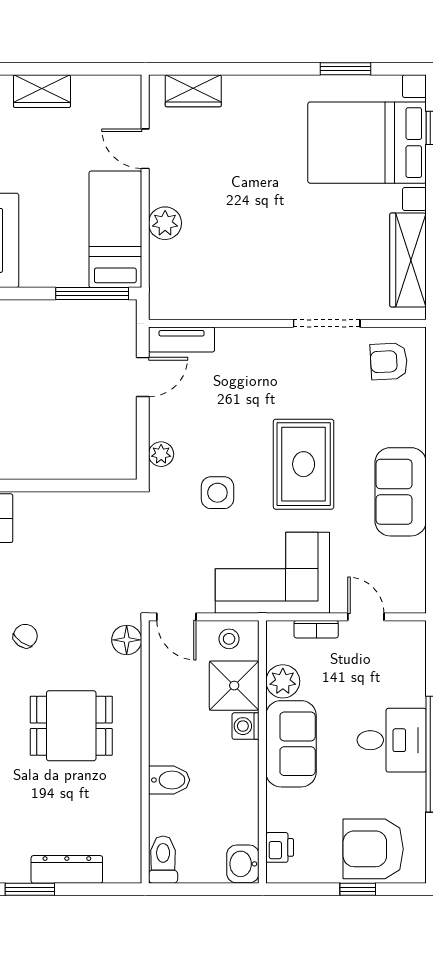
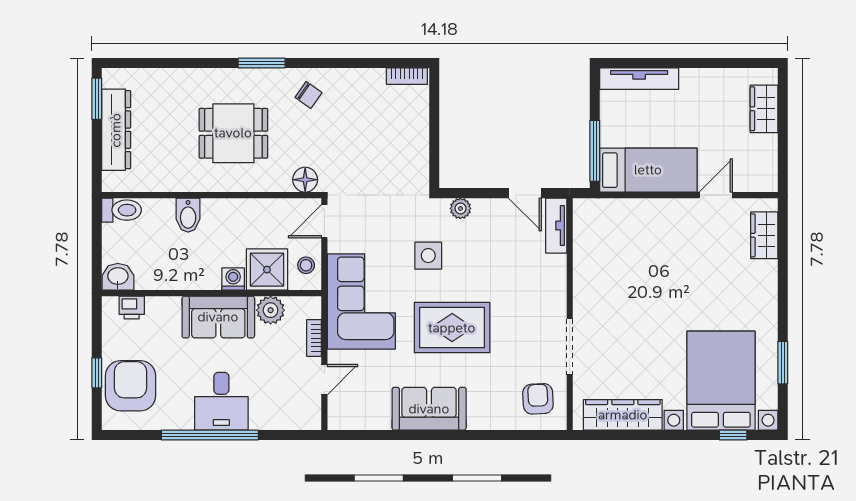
plant: (165, 223) -> (654, 212), removed
dining table: (71, 726) -> (233, 133), turned 90
dresser: (67, 869) -> (116, 130), width x1.37, depth x1.24

